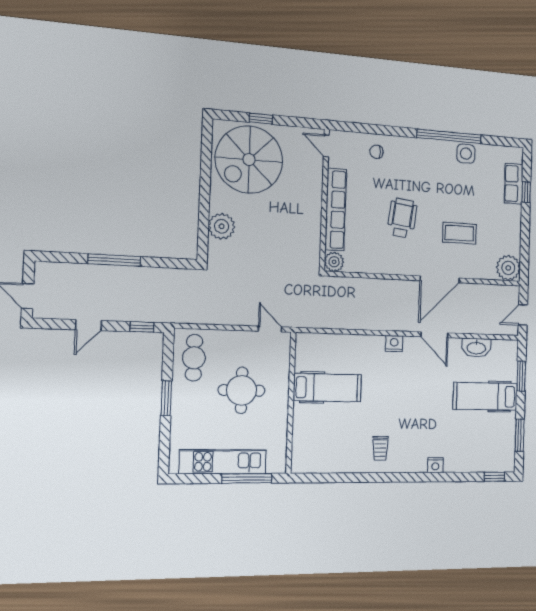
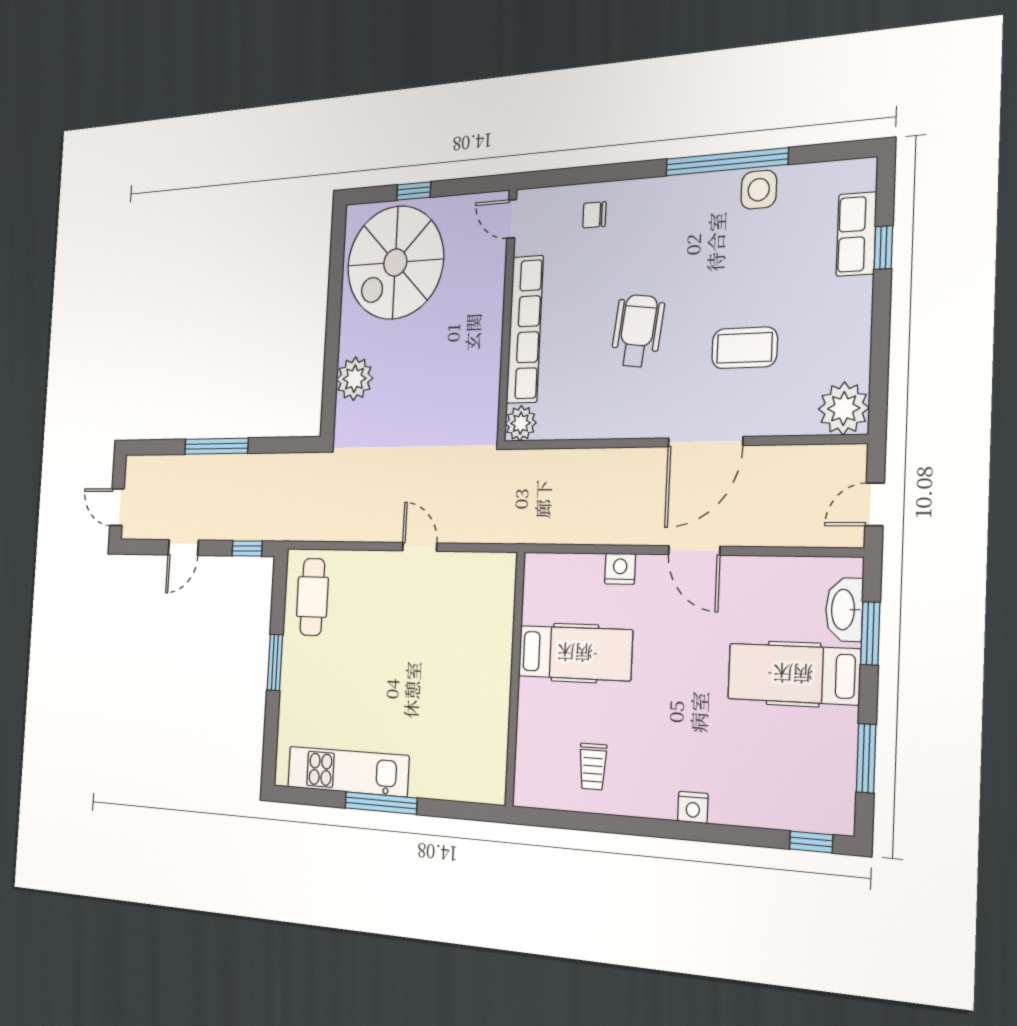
washbasin: (476, 348) -> (844, 610), moved, turned 90
hospital bed: (327, 388) -> (575, 653), moved
round table: (242, 390) -> (376, 652), removed
wall: (291, 403) -> (515, 679), moved

